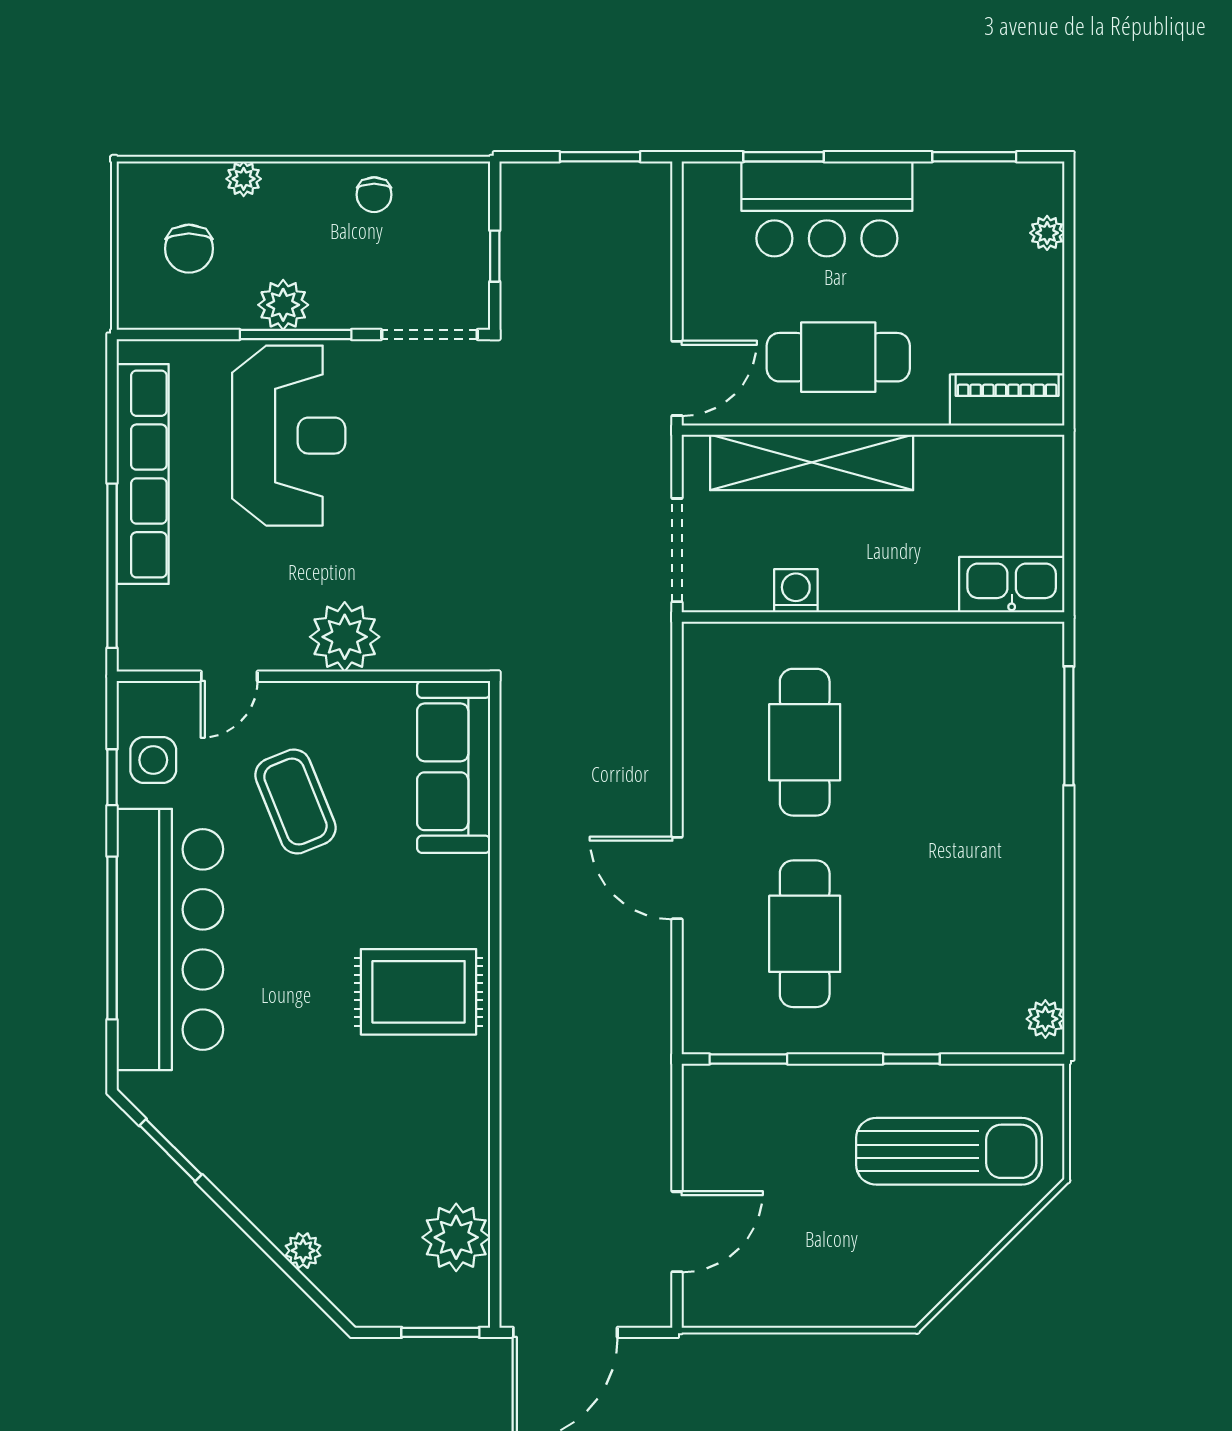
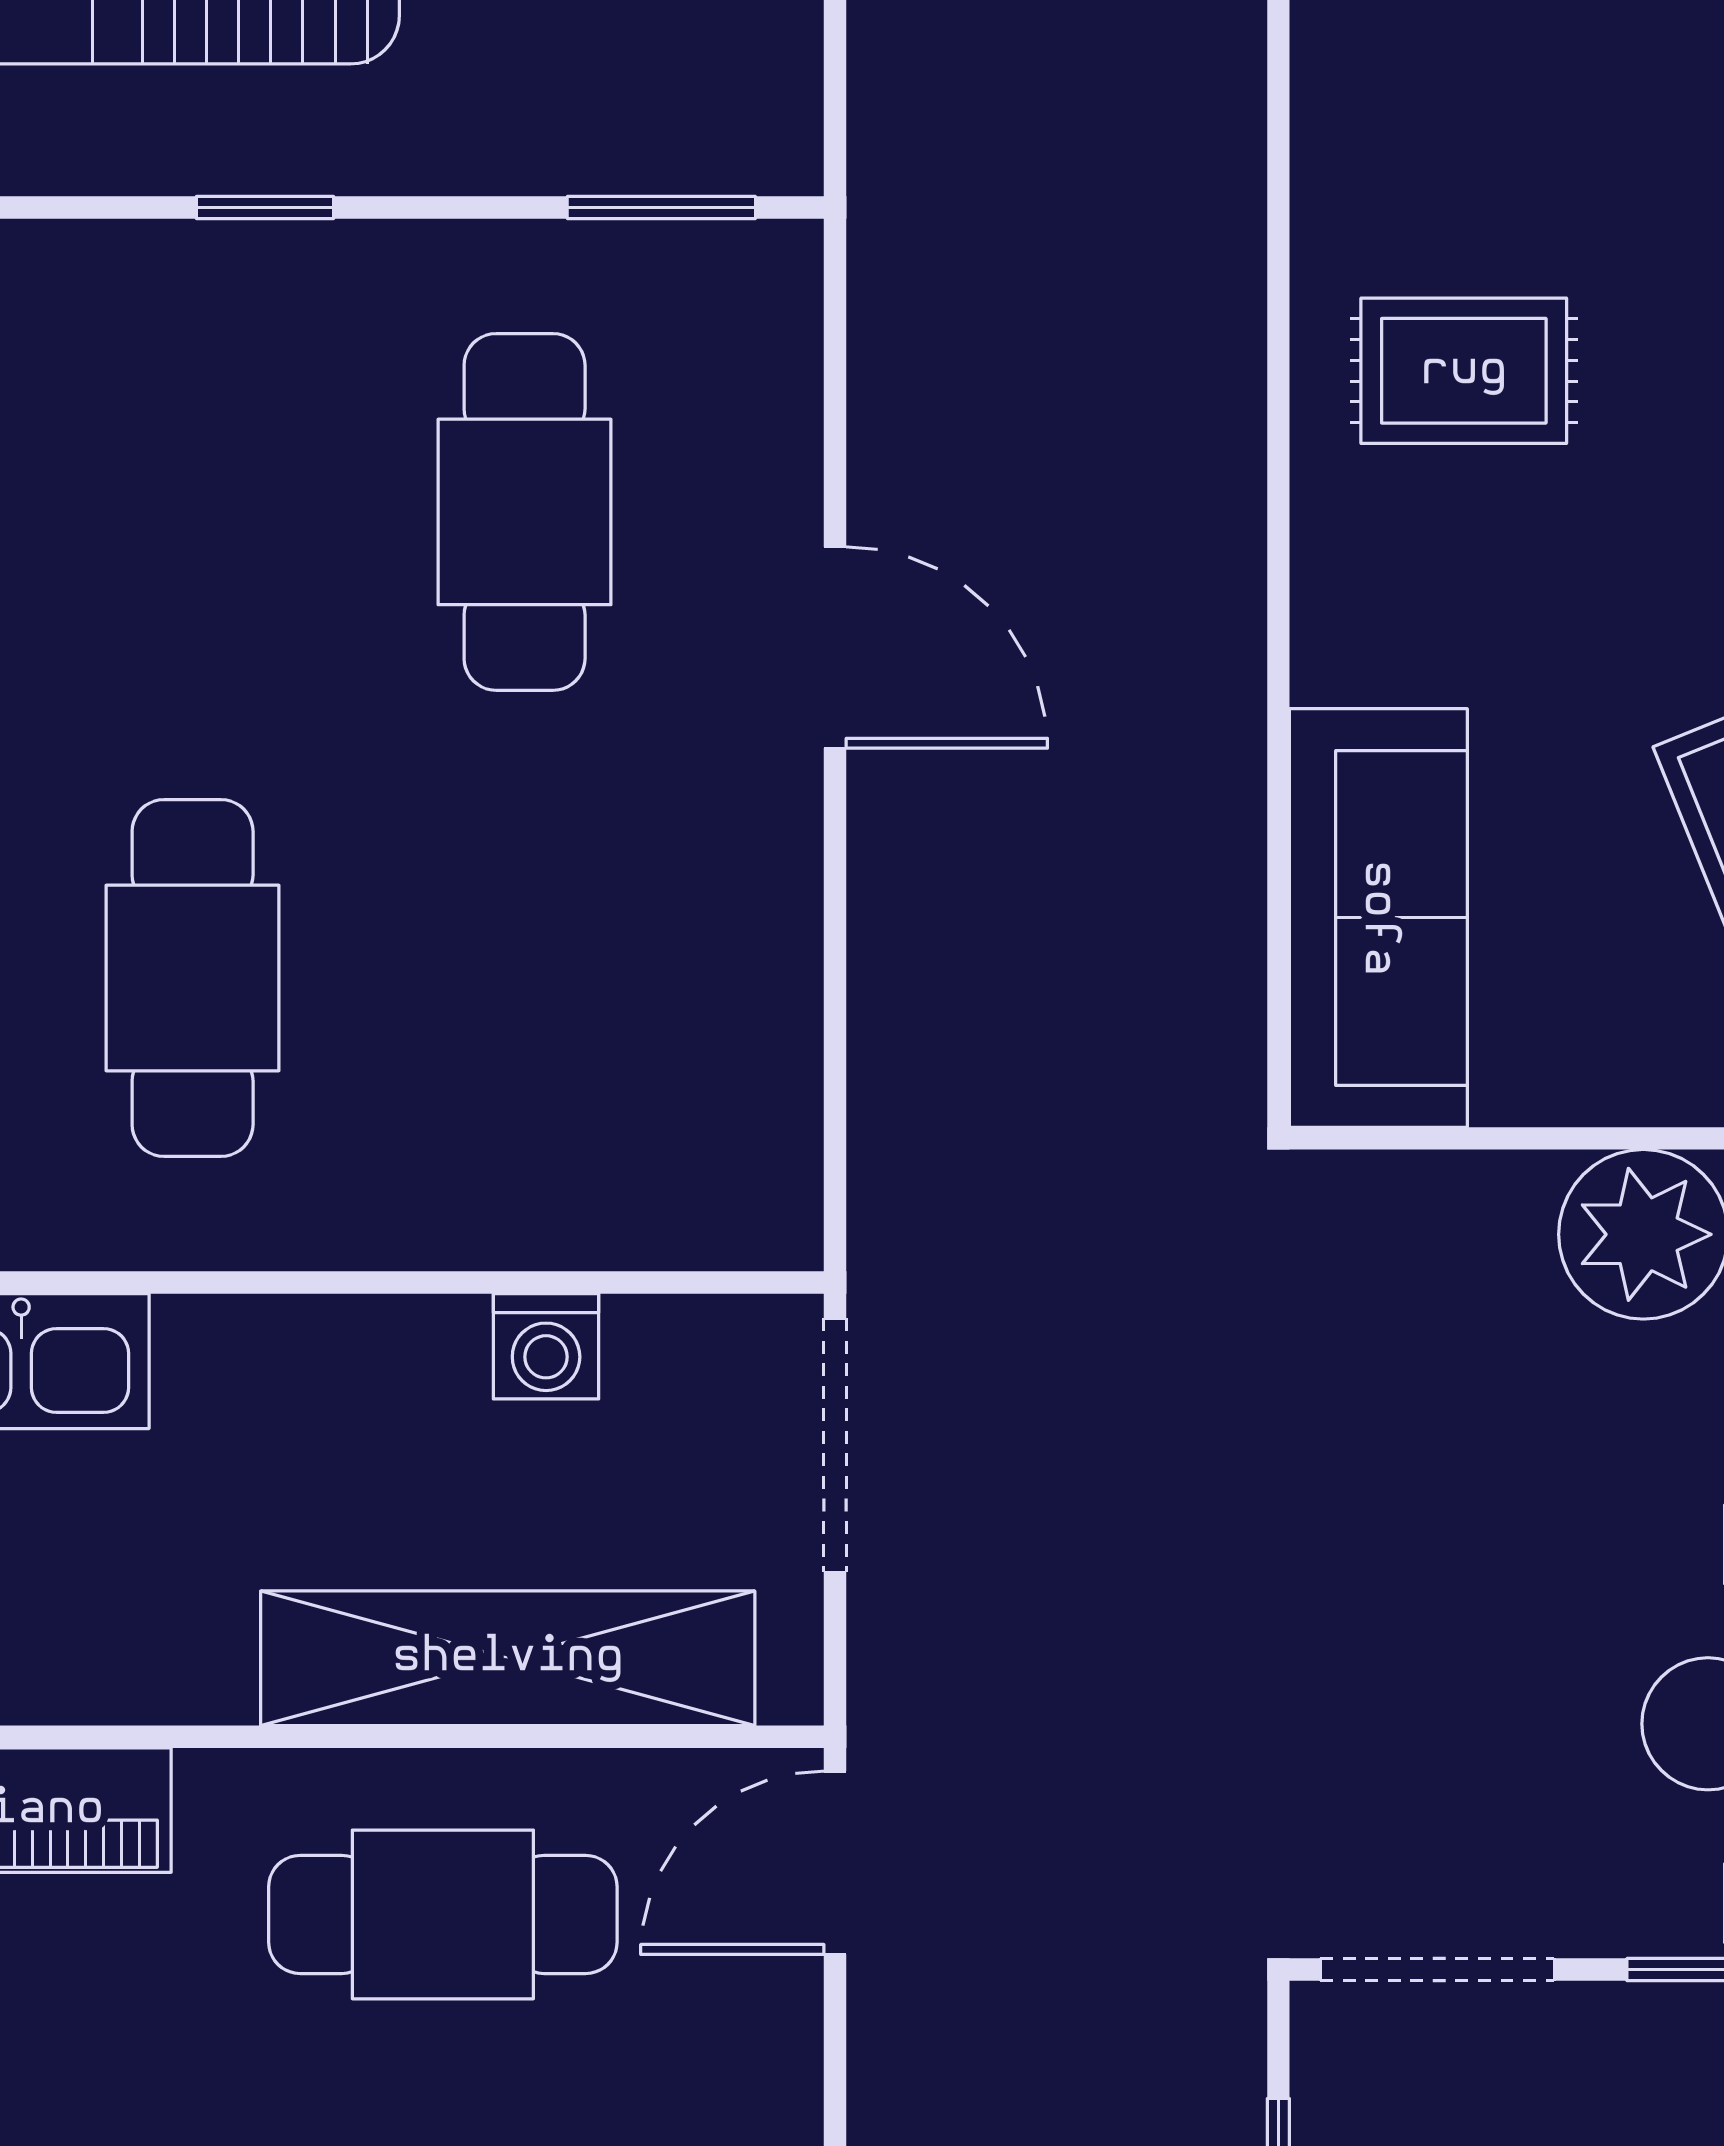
cafe table: (805, 742) -> (193, 978), moved
rug: (419, 992) -> (1464, 371), width x0.73, depth x0.70

